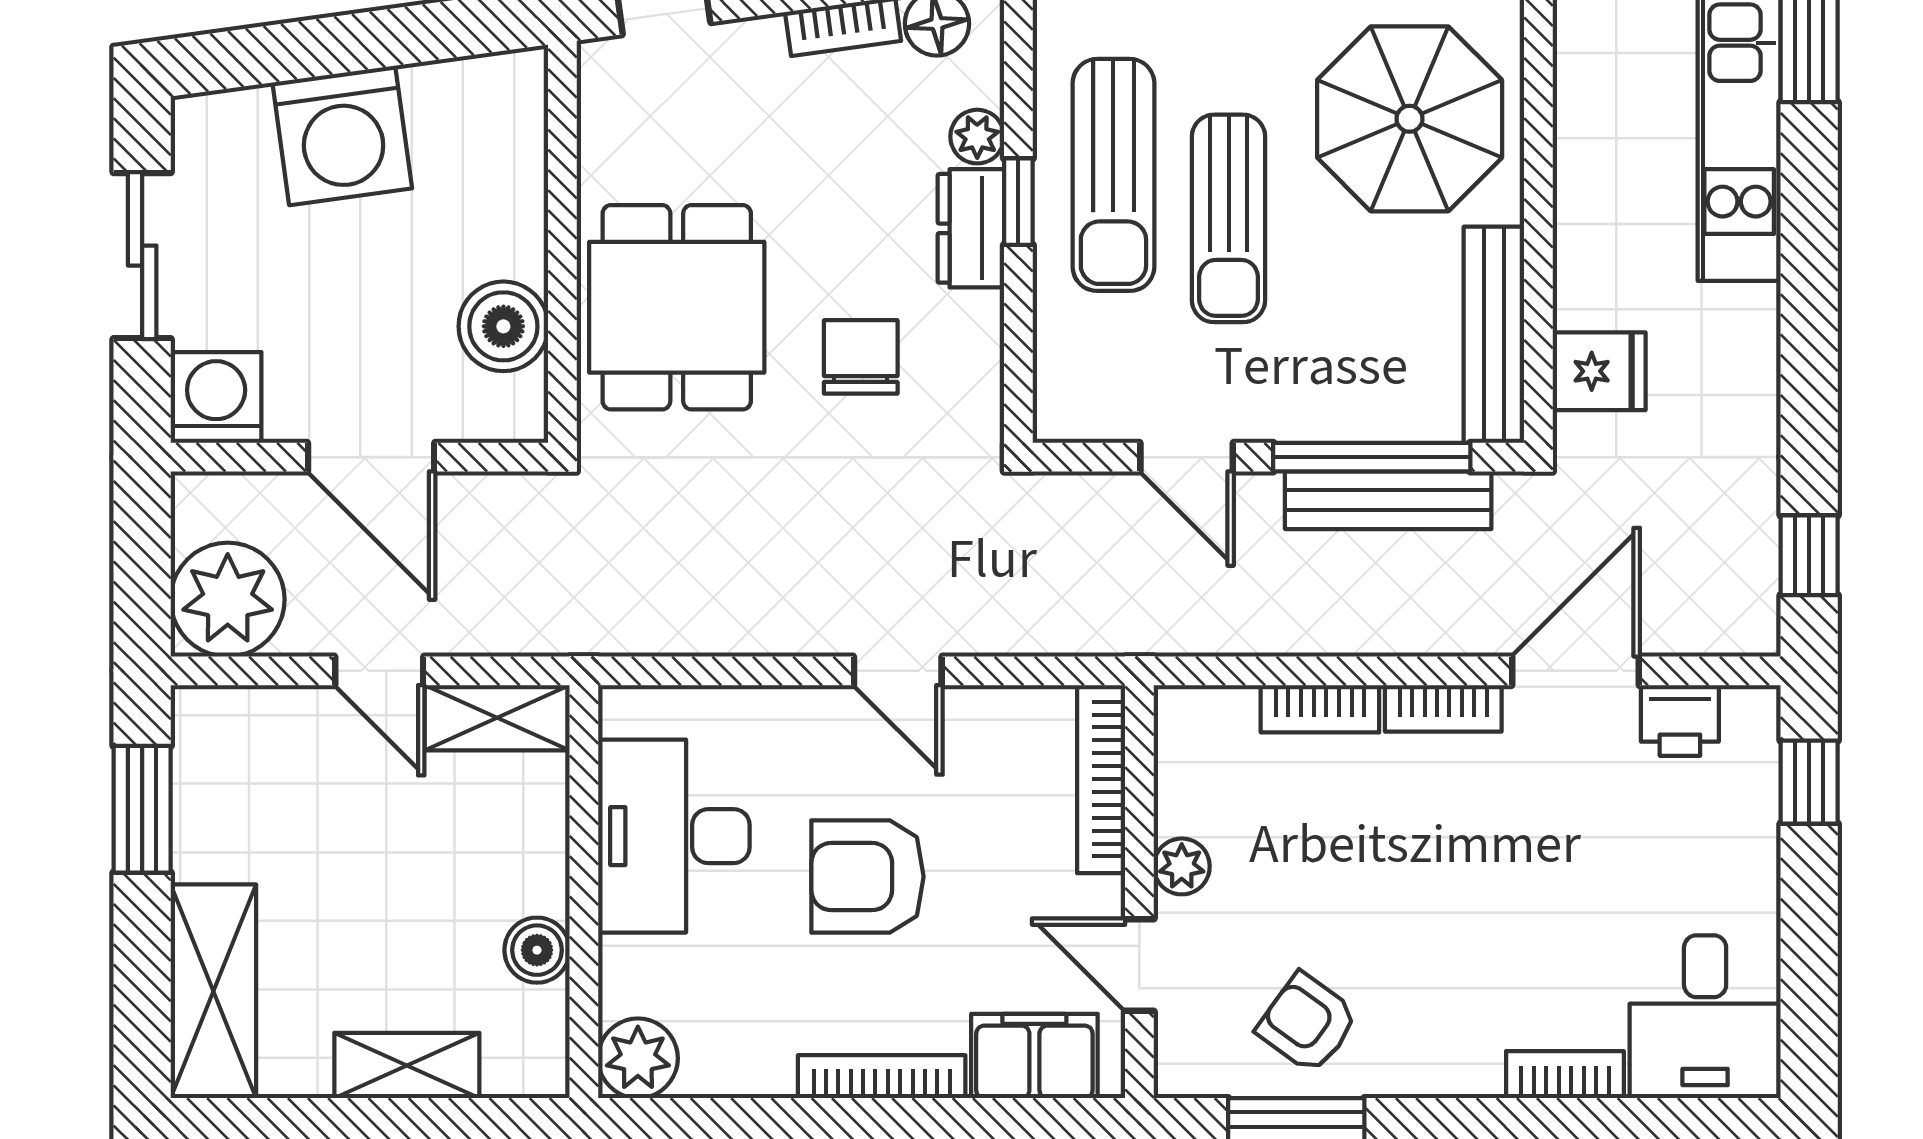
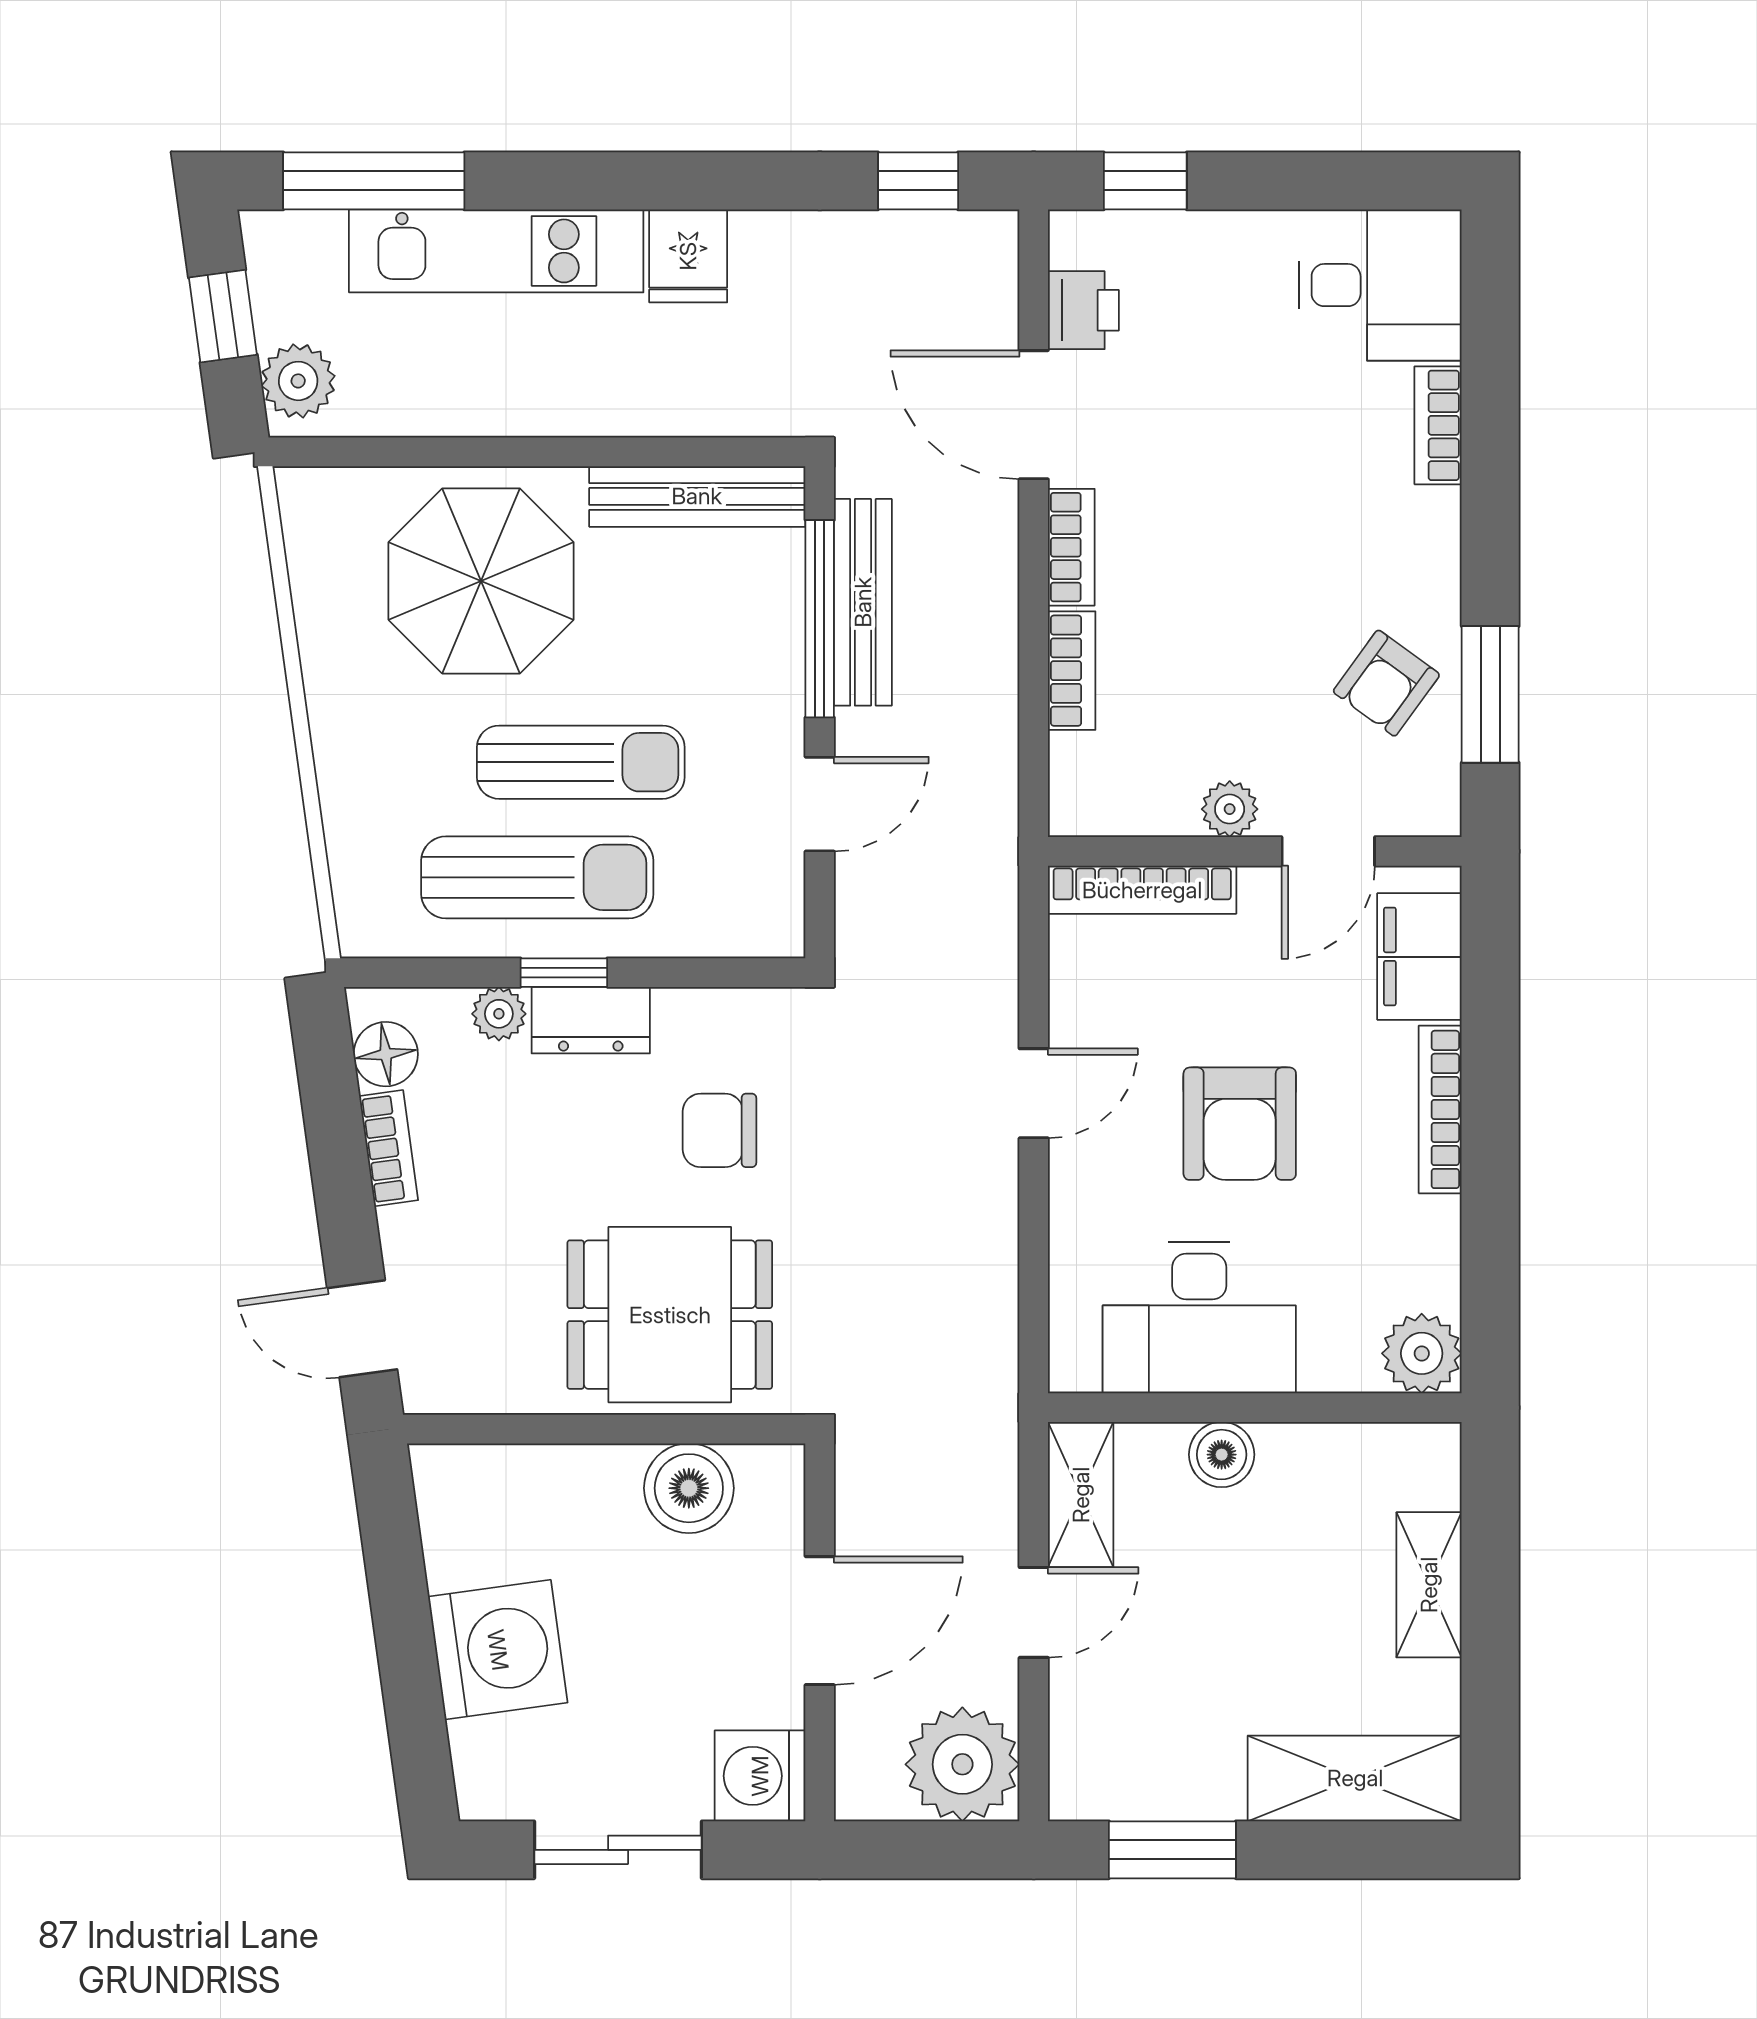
fridge: (1599, 371) -> (688, 256), moved, turned 180
boiler: (537, 950) -> (1222, 1455), moved

